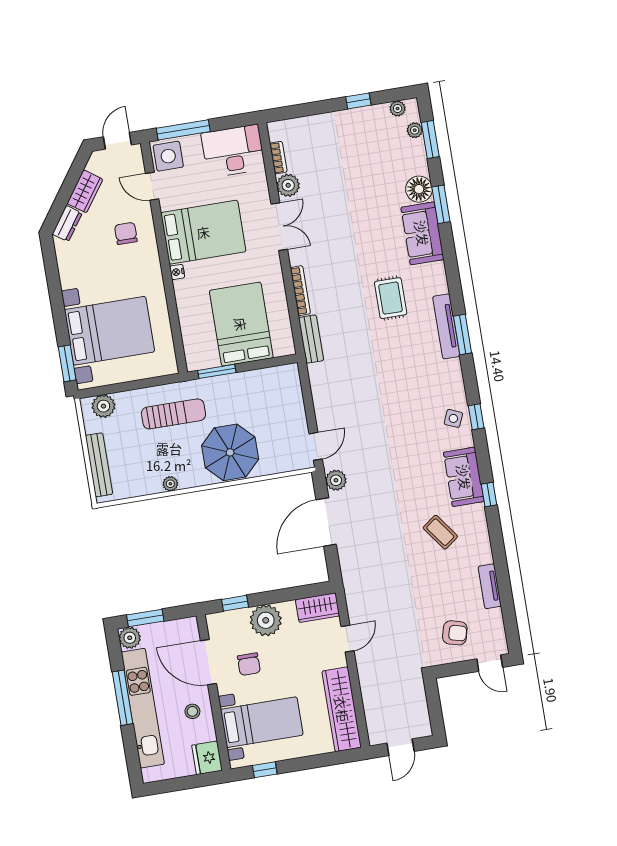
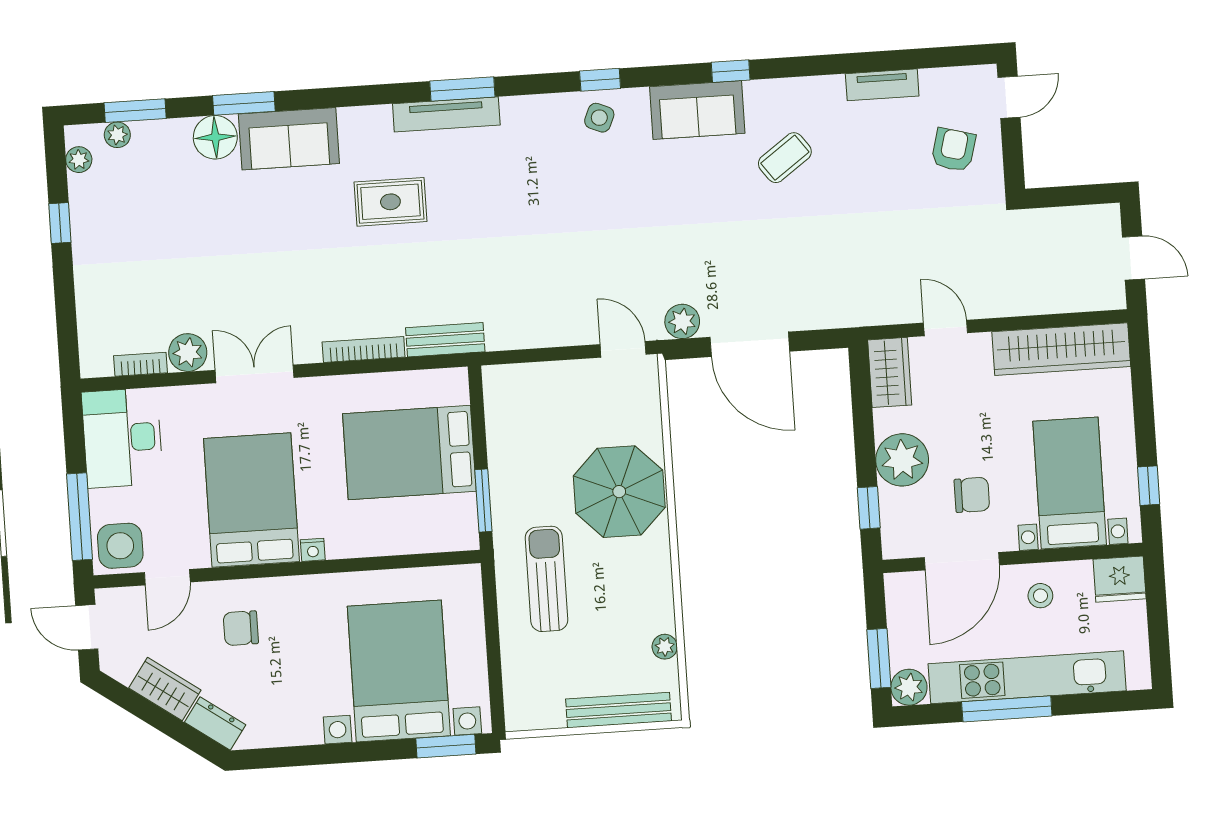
plant: (103, 406) -> (522, 693), removed
plant: (170, 484) -> (665, 647), moved

